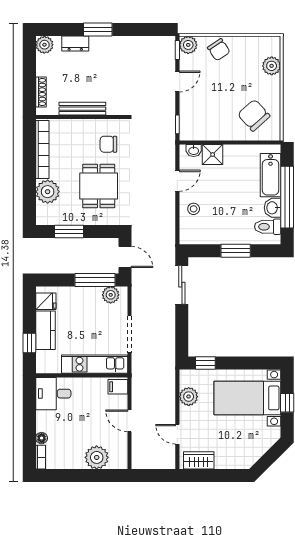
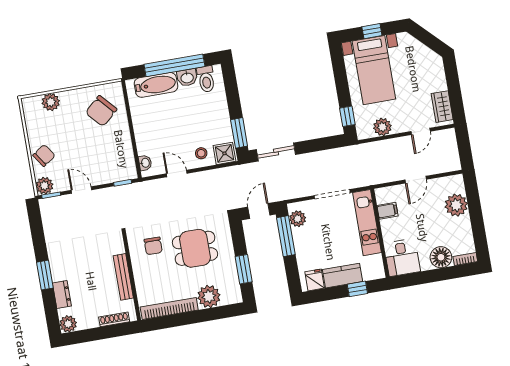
shower: (213, 155) -> (224, 153), moved
window: (236, 251) -> (239, 133), moved
filing cabinet: (118, 387) -> (387, 211), moved, turned -90
floor lamp: (42, 438) -> (441, 257), width x1.89, depth x1.89

